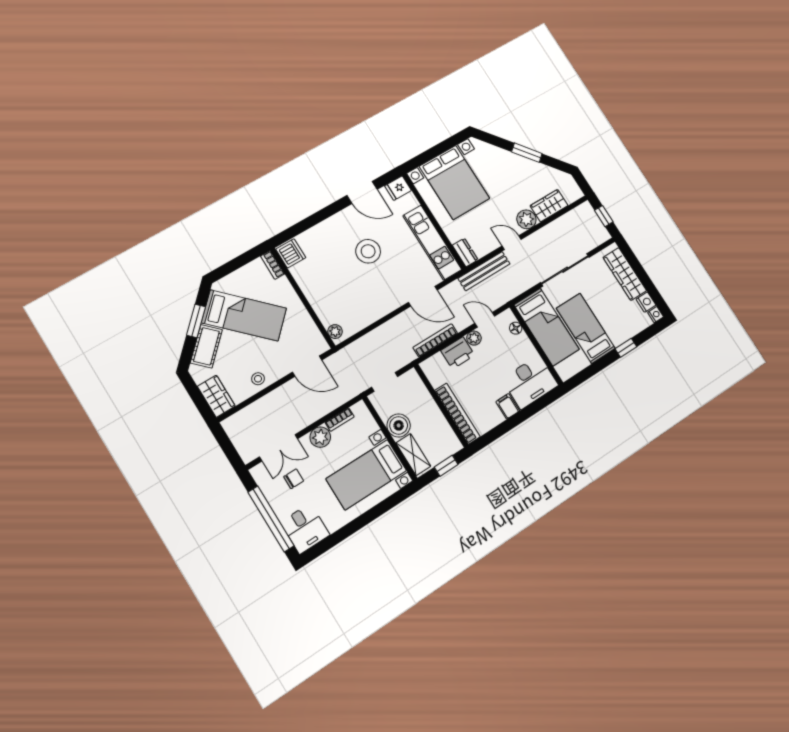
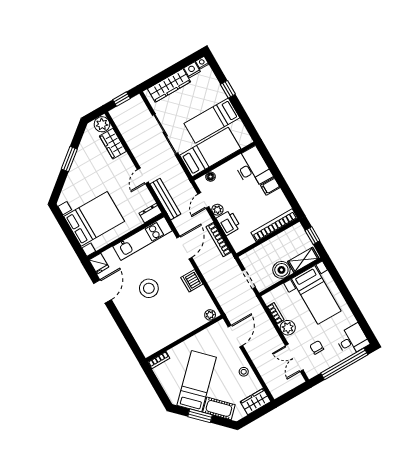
plant: (526, 219) -> (102, 124), moved
dishwasher: (291, 253) -> (192, 281), moved, turned -90
double door: (279, 448) -> (294, 358), swing flipped

